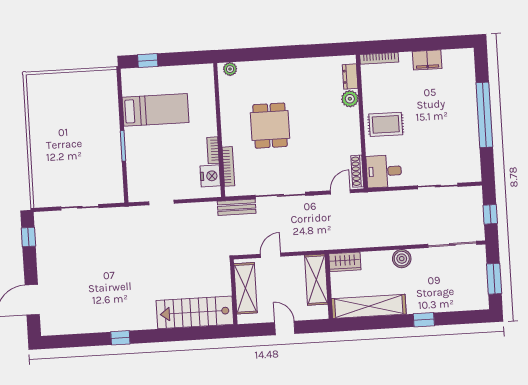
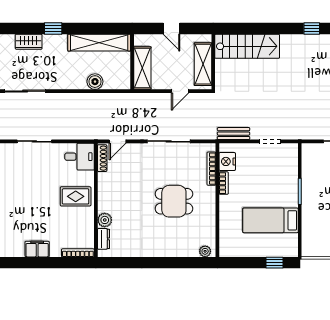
dining table: (270, 126) -> (174, 201), turned 90
bench: (237, 207) -> (234, 134), moved
boiler: (402, 259) -> (95, 82), moved
wardrobe: (345, 262) -> (29, 42), moved, turned 180

